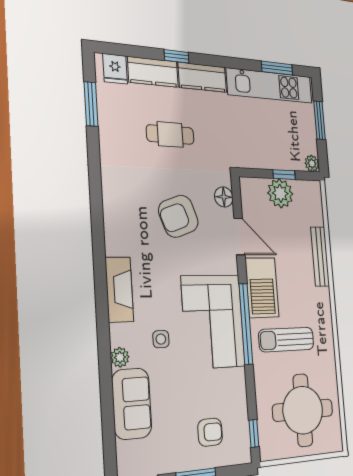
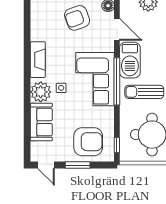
plant: (120, 357) -> (41, 92), width x1.87, depth x1.87
armchair: (210, 432) -> (88, 142), width x1.88, depth x1.88

